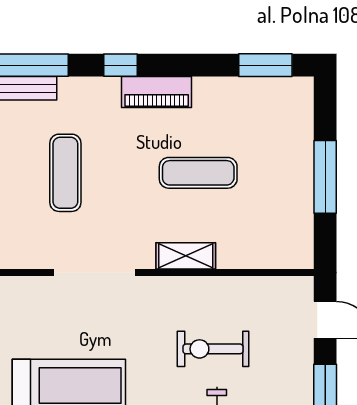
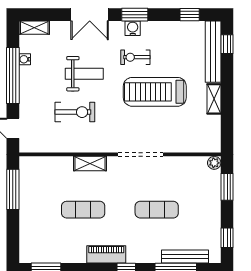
exercise mat: (65, 173) -> (157, 210), turned 90
window: (325, 177) -> (13, 189), moved

